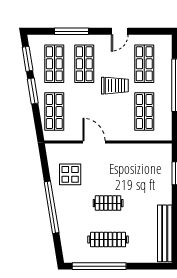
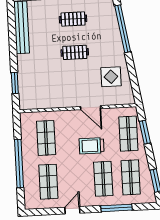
trolley: (115, 86) -> (92, 146), moved
window: (33, 91) -> (145, 132), moved
window: (52, 207) -> (123, 29), moved
clothes rail: (108, 240) -> (73, 19), width x0.73

